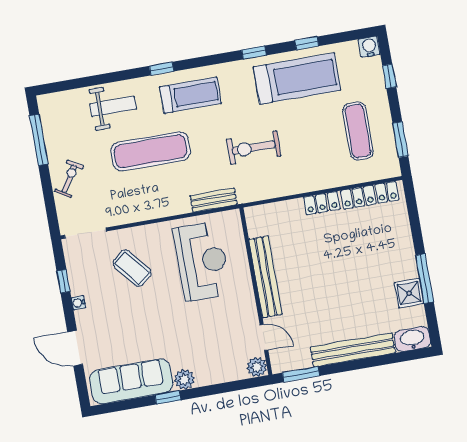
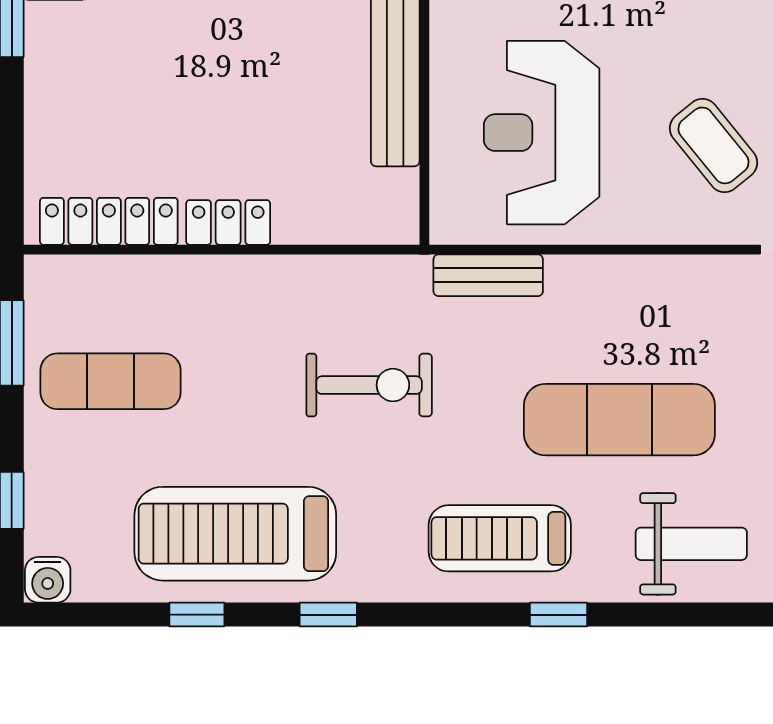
weight bench: (113, 106) -> (691, 544), turned 180
exercise mat: (358, 131) -> (111, 381), turned 90

